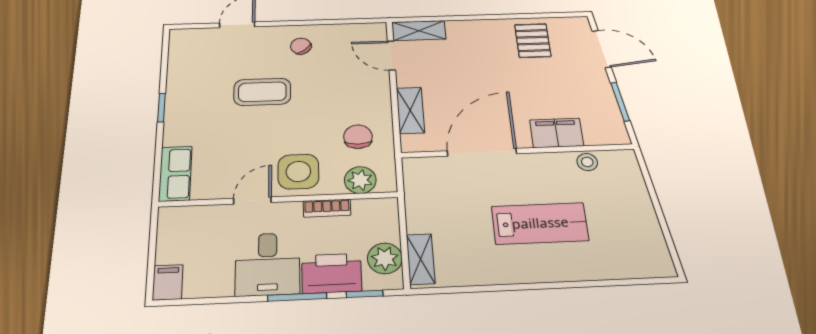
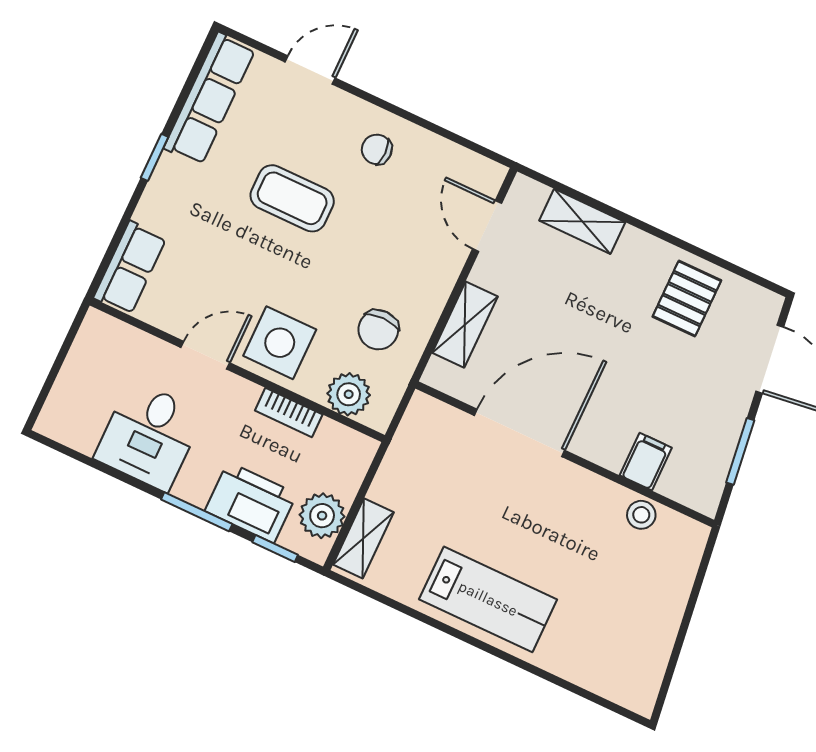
shelving: (419, 31) -> (582, 221), moved
chair: (301, 46) -> (377, 149), turned -51
row of seats: (182, 64) -> (210, 99), added
filing cabinet: (557, 133) -> (646, 462), width x0.50
chair: (358, 137) -> (378, 330), turned 180
lab bench: (540, 223) -> (488, 599), moved
desk: (268, 264) -> (149, 436), moved
filing cabinet: (168, 282) -> (59, 415), removed

